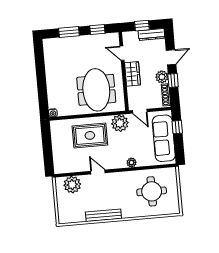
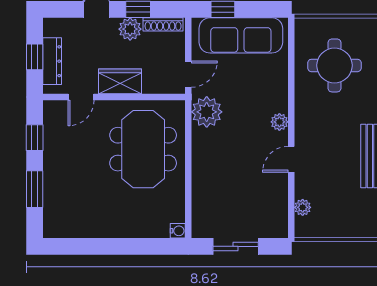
dresser: (151, 34) -> (52, 61), moved
meeting table: (96, 90) -> (143, 149), turned 90
rug: (90, 135) -> (224, 168), removed
sliding door: (47, 146) -> (236, 246), added
plant: (132, 163) -> (279, 122), moved
plant: (72, 185) -> (303, 207), width x0.53, depth x0.53

